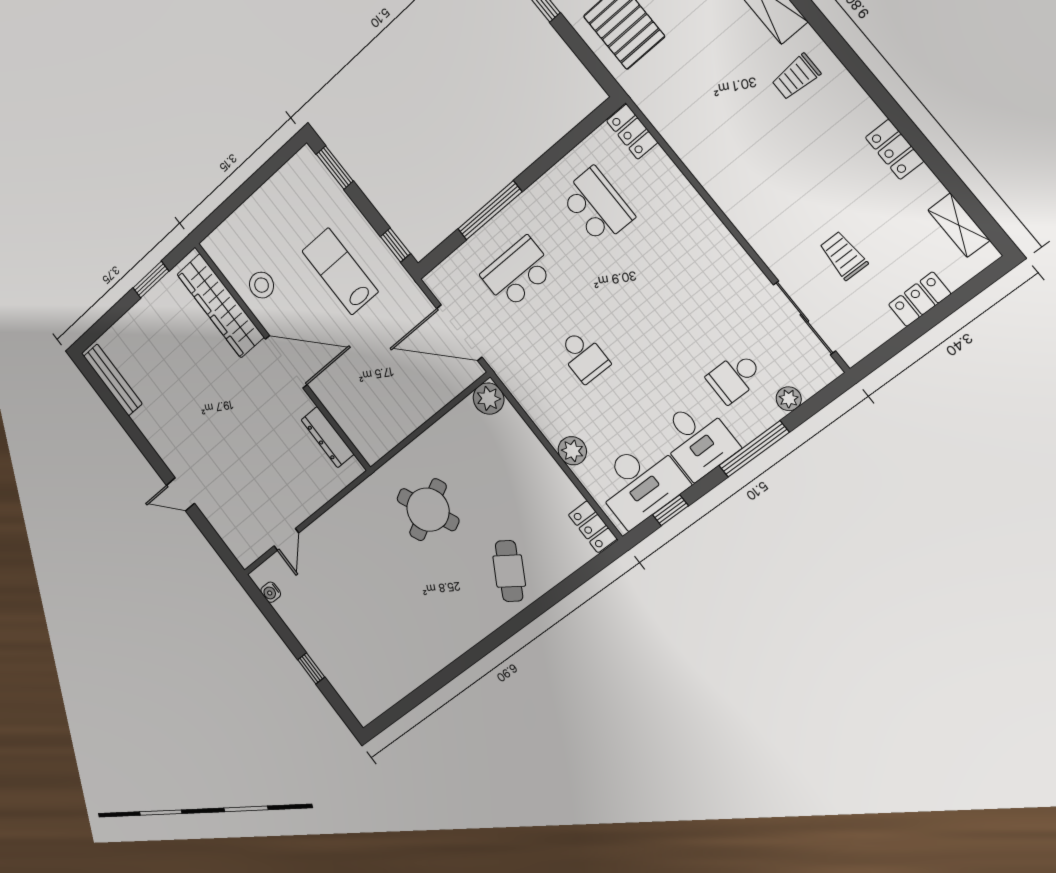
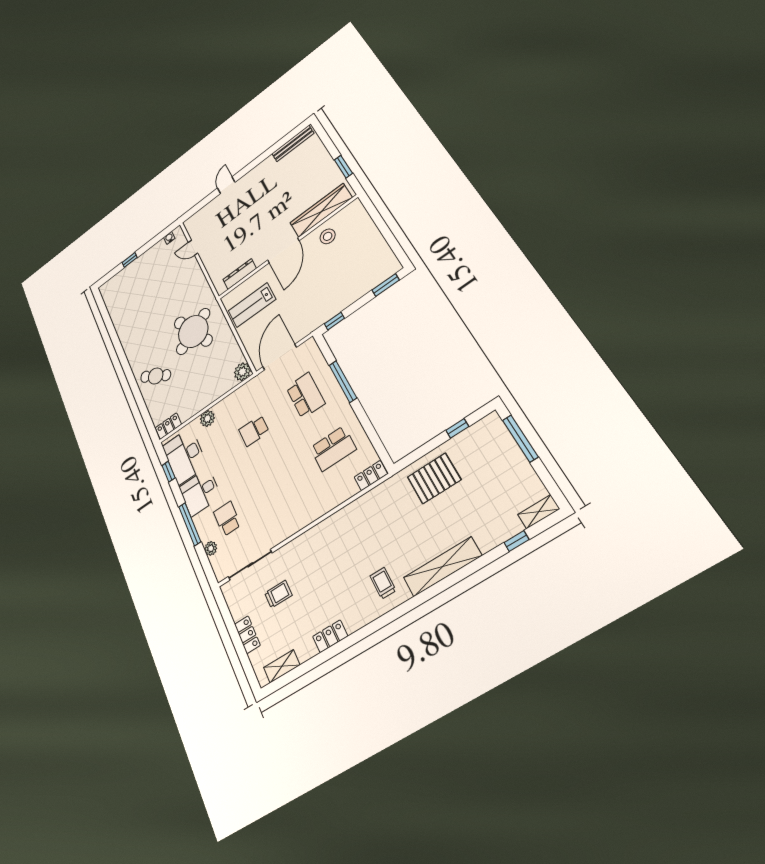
lab bench: (340, 271) -> (252, 305), moved, turned 180
round table: (428, 510) -> (193, 331), width x1.36, depth x1.36

